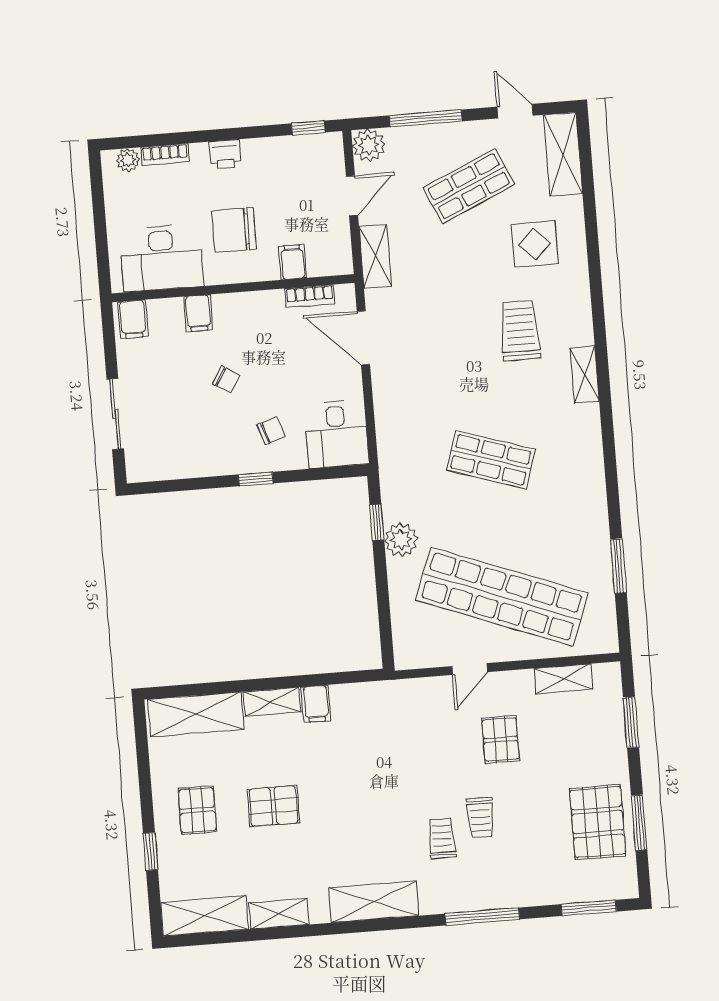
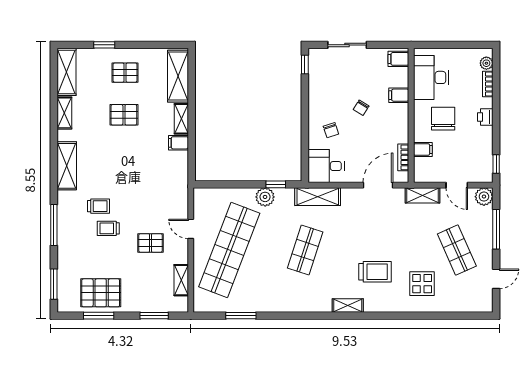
shelving: (563, 154) -> (318, 197), moved
window: (256, 479) -> (305, 64), moved
pallet: (273, 806) -> (124, 115), turned 90

